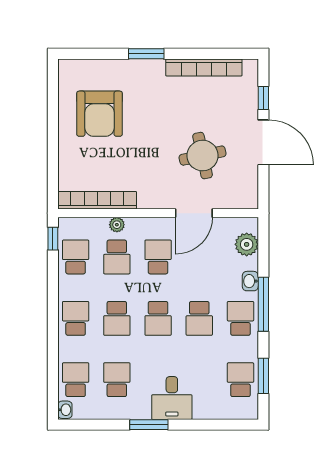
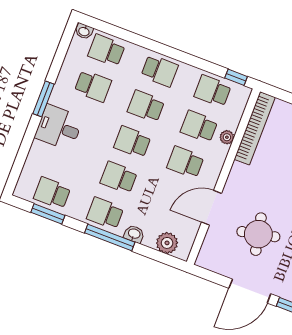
door: (194, 213) -> (211, 208), hinge flipped
school desk: (76, 257) -> (213, 91), turned 180
school desk: (158, 257) -> (185, 162), turned 180
school desk: (240, 318) -> (105, 213), turned 180
school desk: (76, 380) -> (107, 50), turned 180
school desk: (240, 380) -> (52, 193), turned 180

